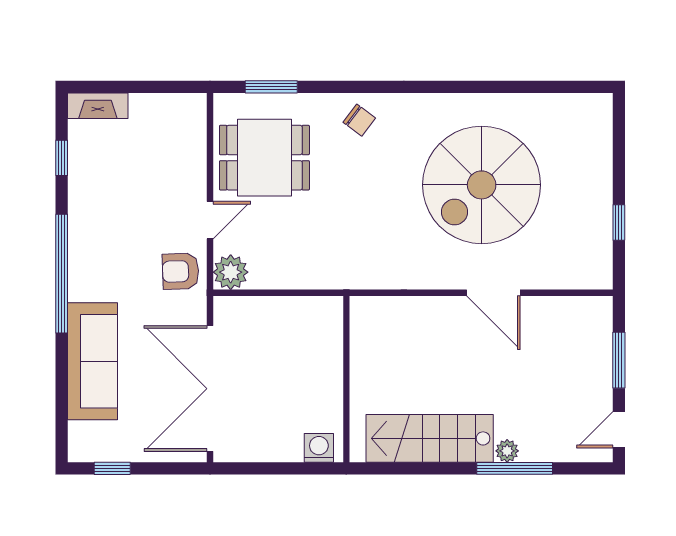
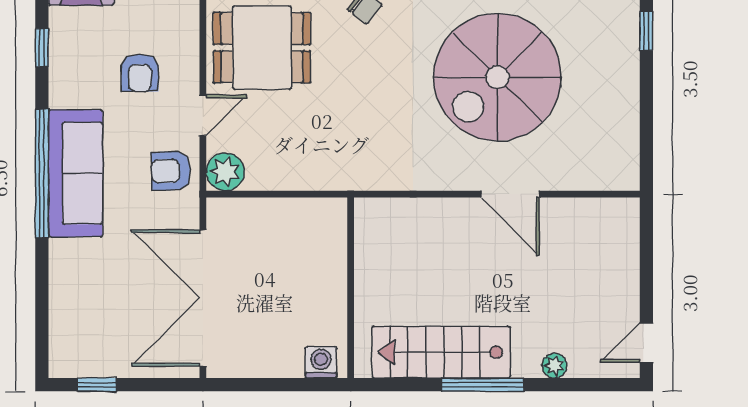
armchair: (152, 181) -> (140, 73), added
window: (619, 222) -> (646, 31), moved
window: (619, 360) -> (646, 267), removed
sofa: (93, 361) -> (76, 173), moved
plant: (507, 451) -> (555, 366), moved
window: (515, 468) -> (483, 385), moved

